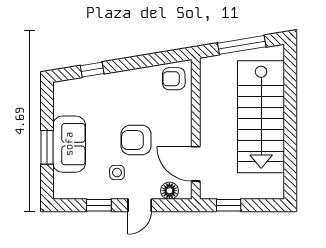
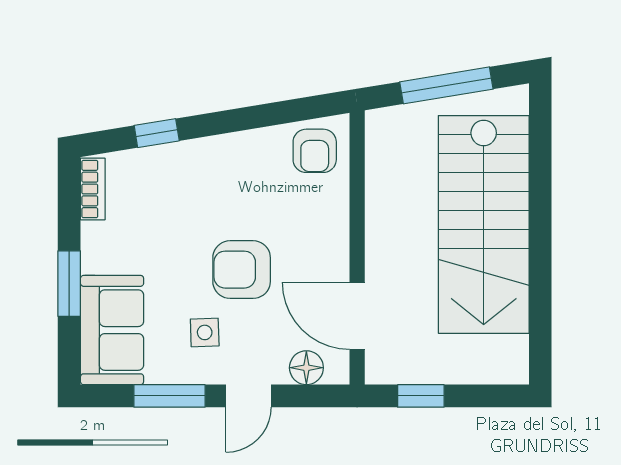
armchair: (174, 79) -> (315, 151), turned -89
bookcase: (59, 98) -> (93, 189), added
sofa: (69, 144) -> (112, 330), moved
window: (99, 205) -> (169, 396), width x1.50

